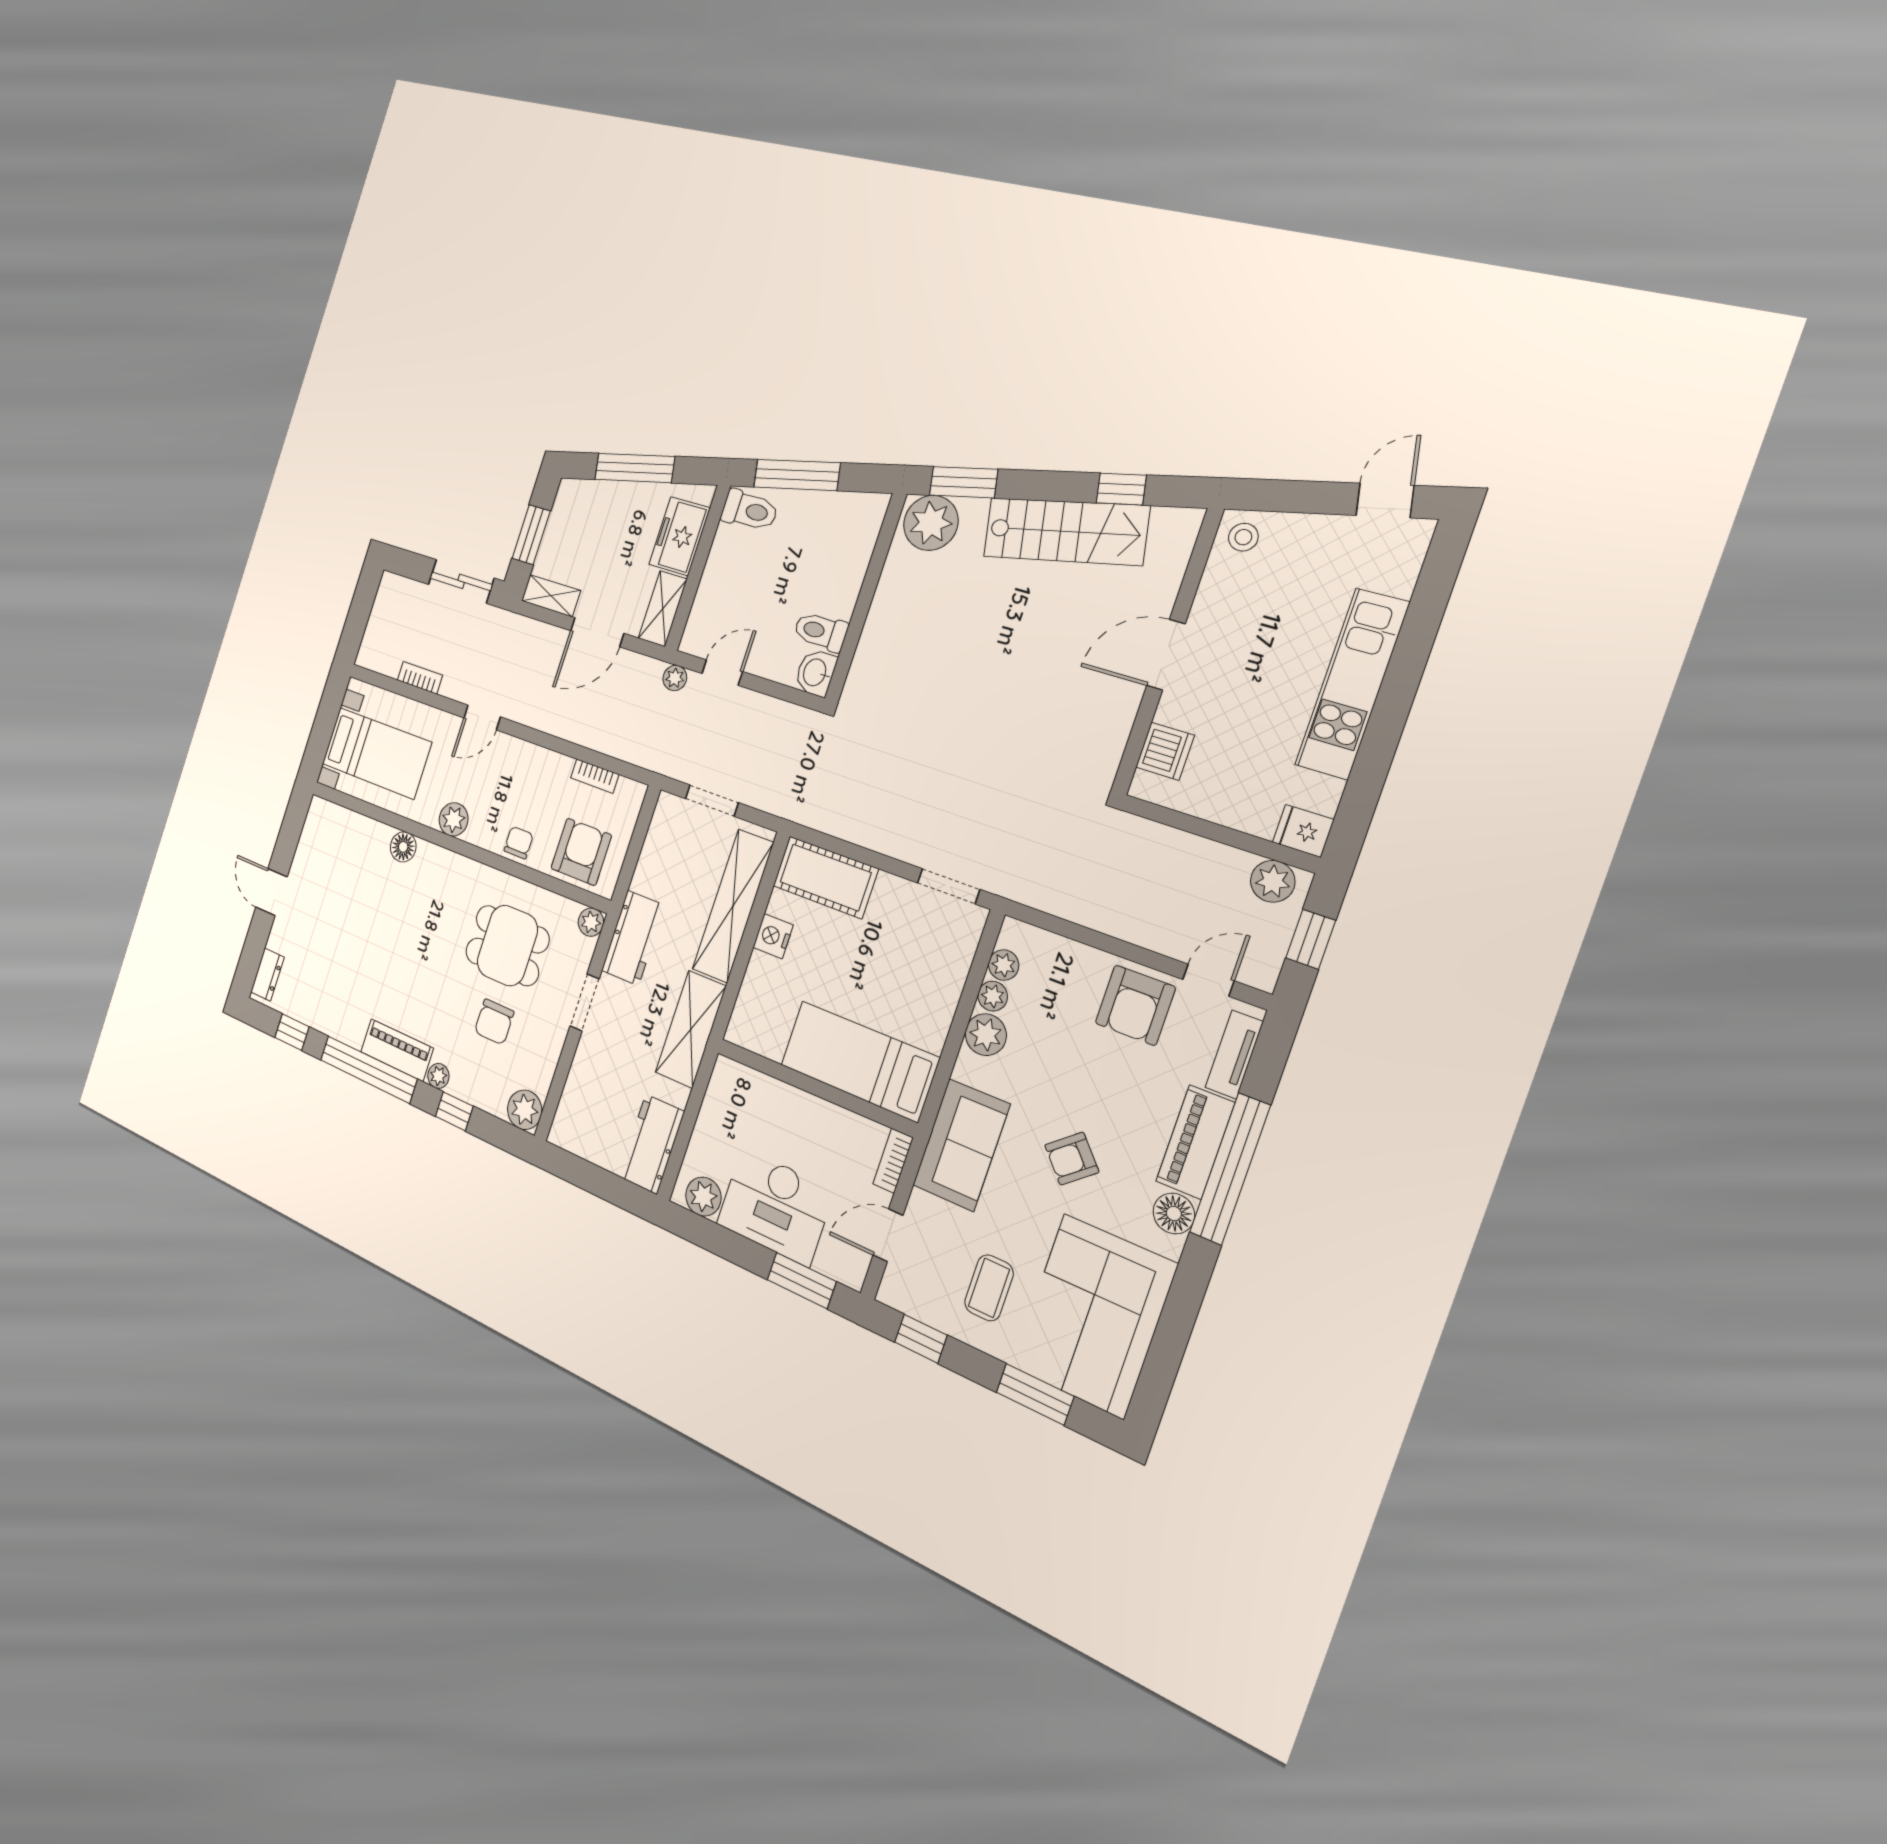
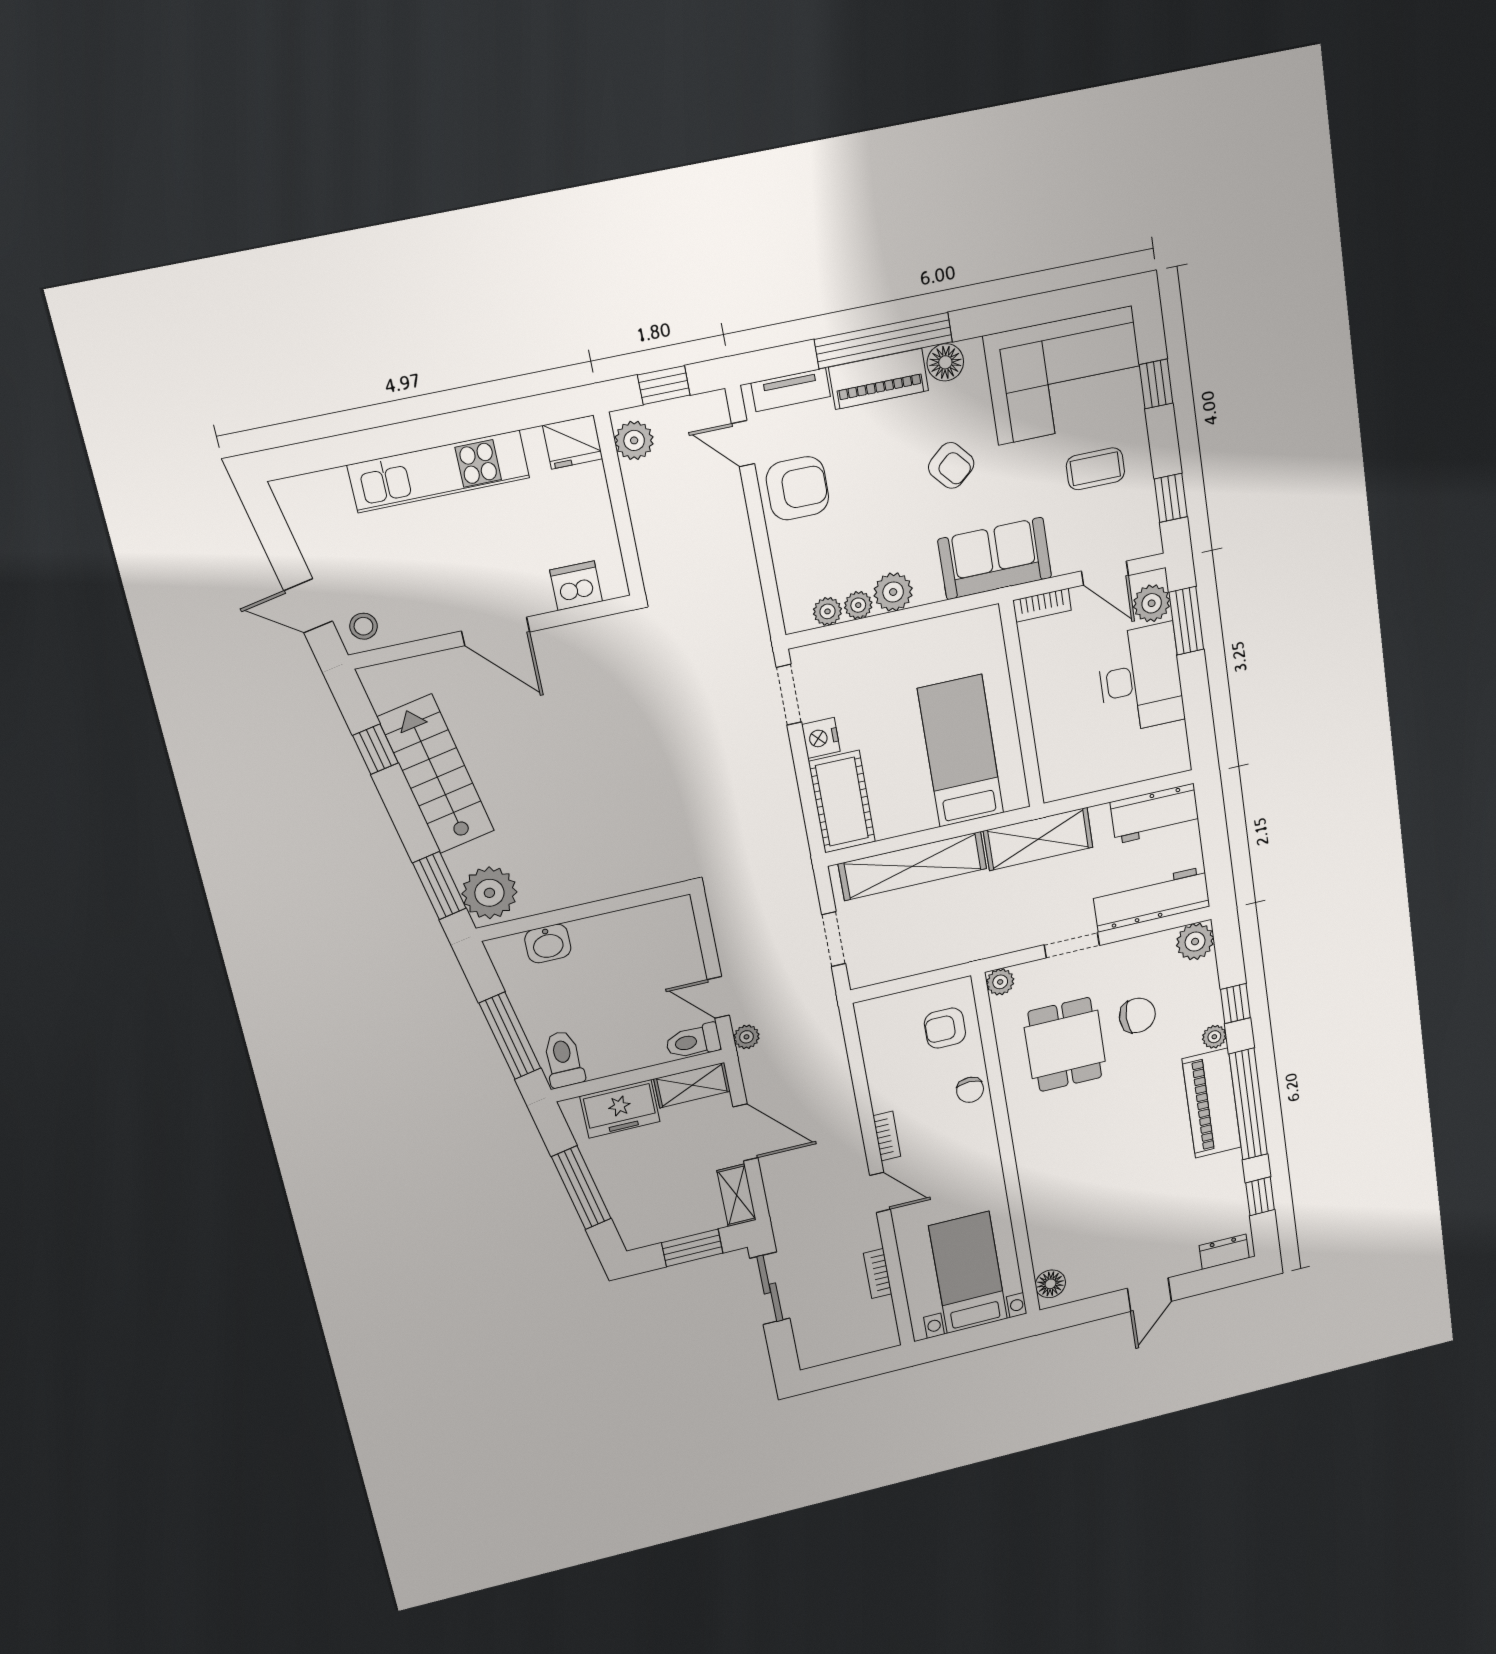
door: (1385, 500) -> (308, 606), moved
toilet: (821, 631) -> (693, 1041), moved, turned 90
washbasin: (816, 673) -> (548, 944), moved
bookcase: (595, 776) -> (887, 1136), moved
plant: (454, 819) -> (985, 1163), removed
fridge: (1303, 831) -> (573, 442), width x1.38
chair: (519, 843) -> (970, 1090), turned -90
floor lamp: (403, 847) -> (1050, 1284), moved
armchair: (581, 852) -> (945, 1028), width x0.72, depth x0.72
nightstand: (773, 936) -> (821, 738), moved, turned 90
workbench: (633, 938) -> (1151, 899), moved, width x1.38
piano: (397, 1050) -> (1212, 1103), width x1.37, depth x1.33
bed: (859, 1061) -> (961, 751), moved, turned 180
plant: (703, 1197) -> (1152, 603), moved
window: (1035, 1394) -> (1156, 384), width x0.67

